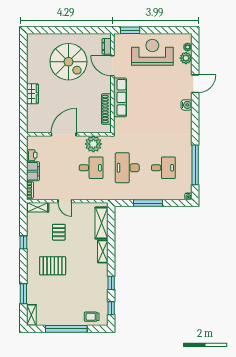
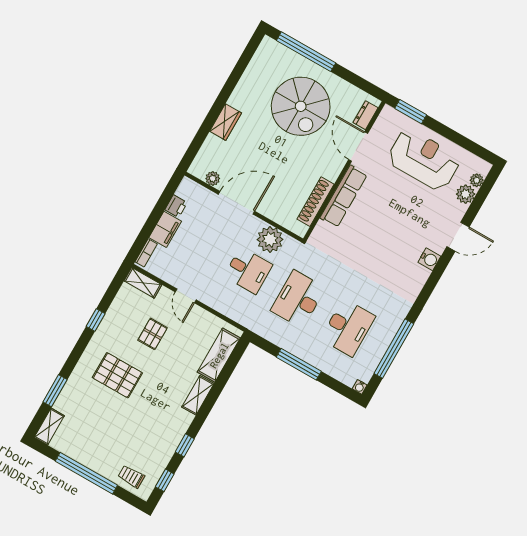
window: (54, 30) -> (306, 52), added
plant: (43, 129) -> (213, 178), added
desk: (163, 168) -> (348, 328), width x1.37

